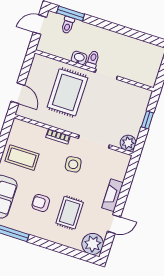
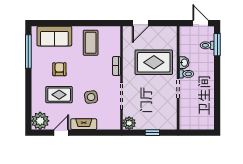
side table: (73, 164) -> (91, 97), moved
door: (114, 224) -> (61, 133), swing flipped

